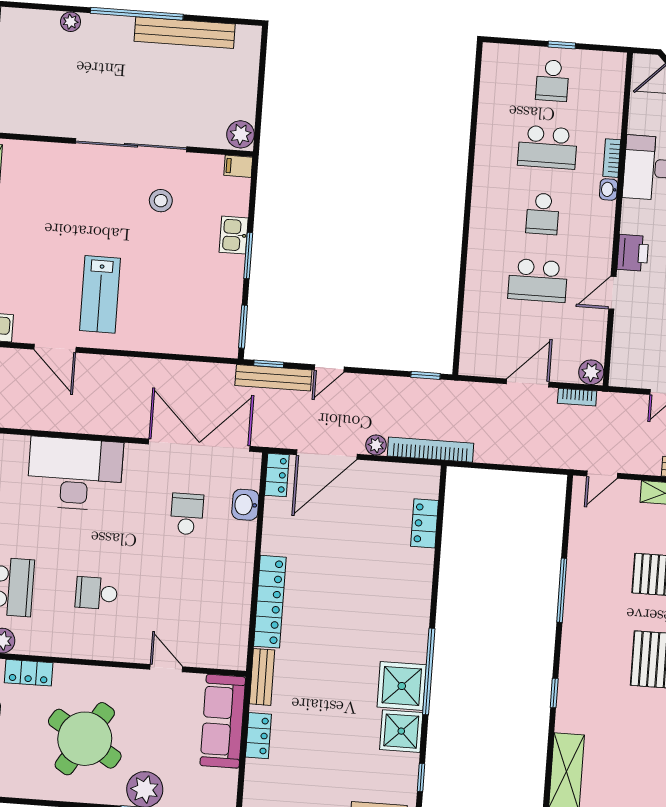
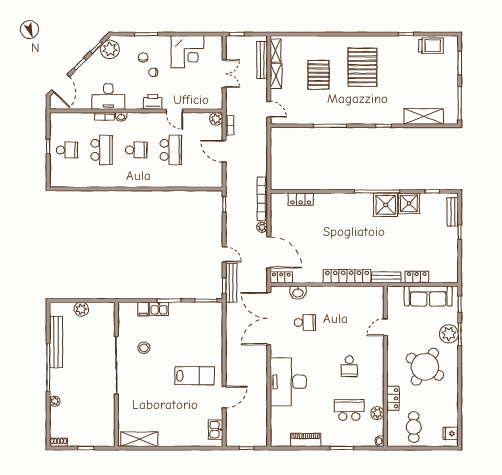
plant: (241, 134) -> (81, 309), moved
filing cabinet: (238, 166) -> (143, 309), moved
school desk: (187, 514) -> (305, 322), turned 180
sofa: (223, 721) -> (428, 296), moved

